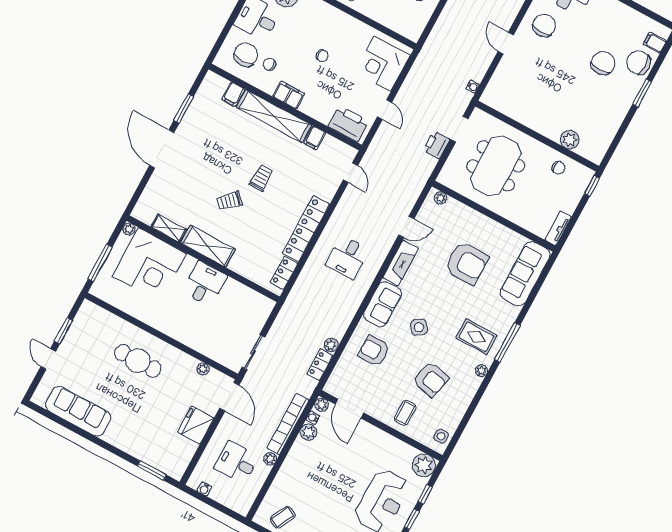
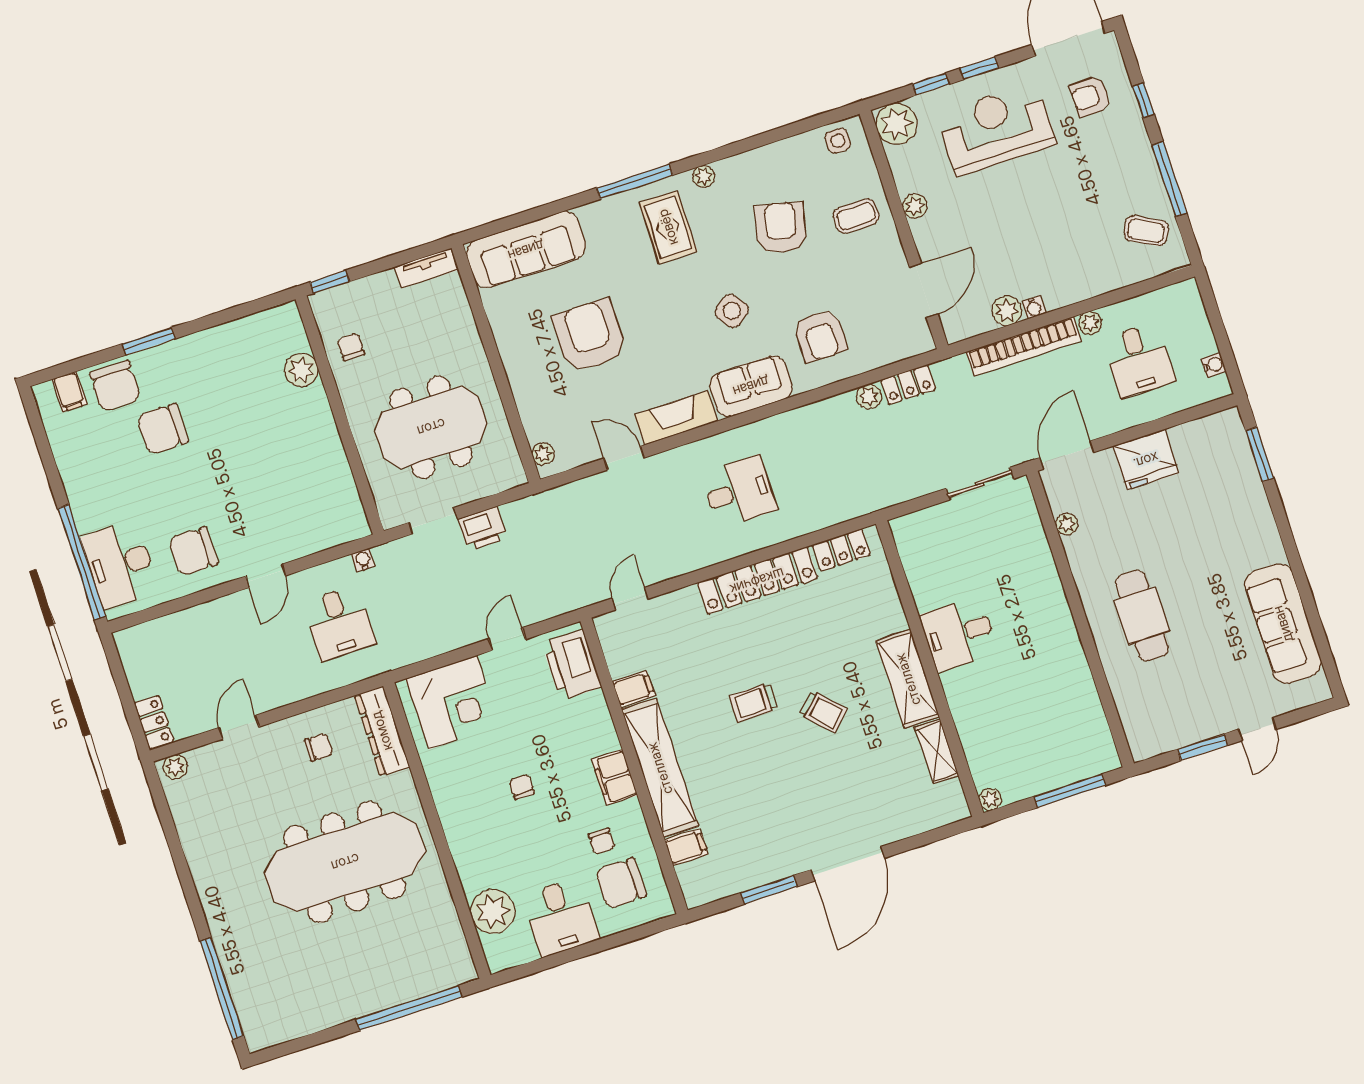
dresser: (400, 25) -> (382, 731), added
desk: (458, 52) -> (339, 623), added
corner desk: (149, 265) -> (1007, 727), removed
plant: (322, 405) -> (915, 206), moved
water cooler: (313, 418) -> (1034, 307), moved

